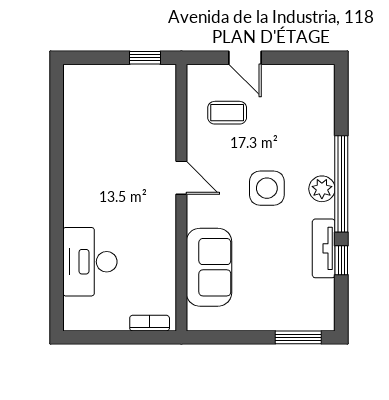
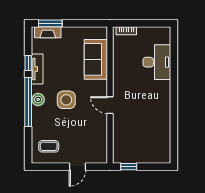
door: (245, 58) -> (77, 167), swing flipped
coffee table: (227, 113) -> (49, 146), moved
fireplace: (303, 320) -> (48, 32), added

